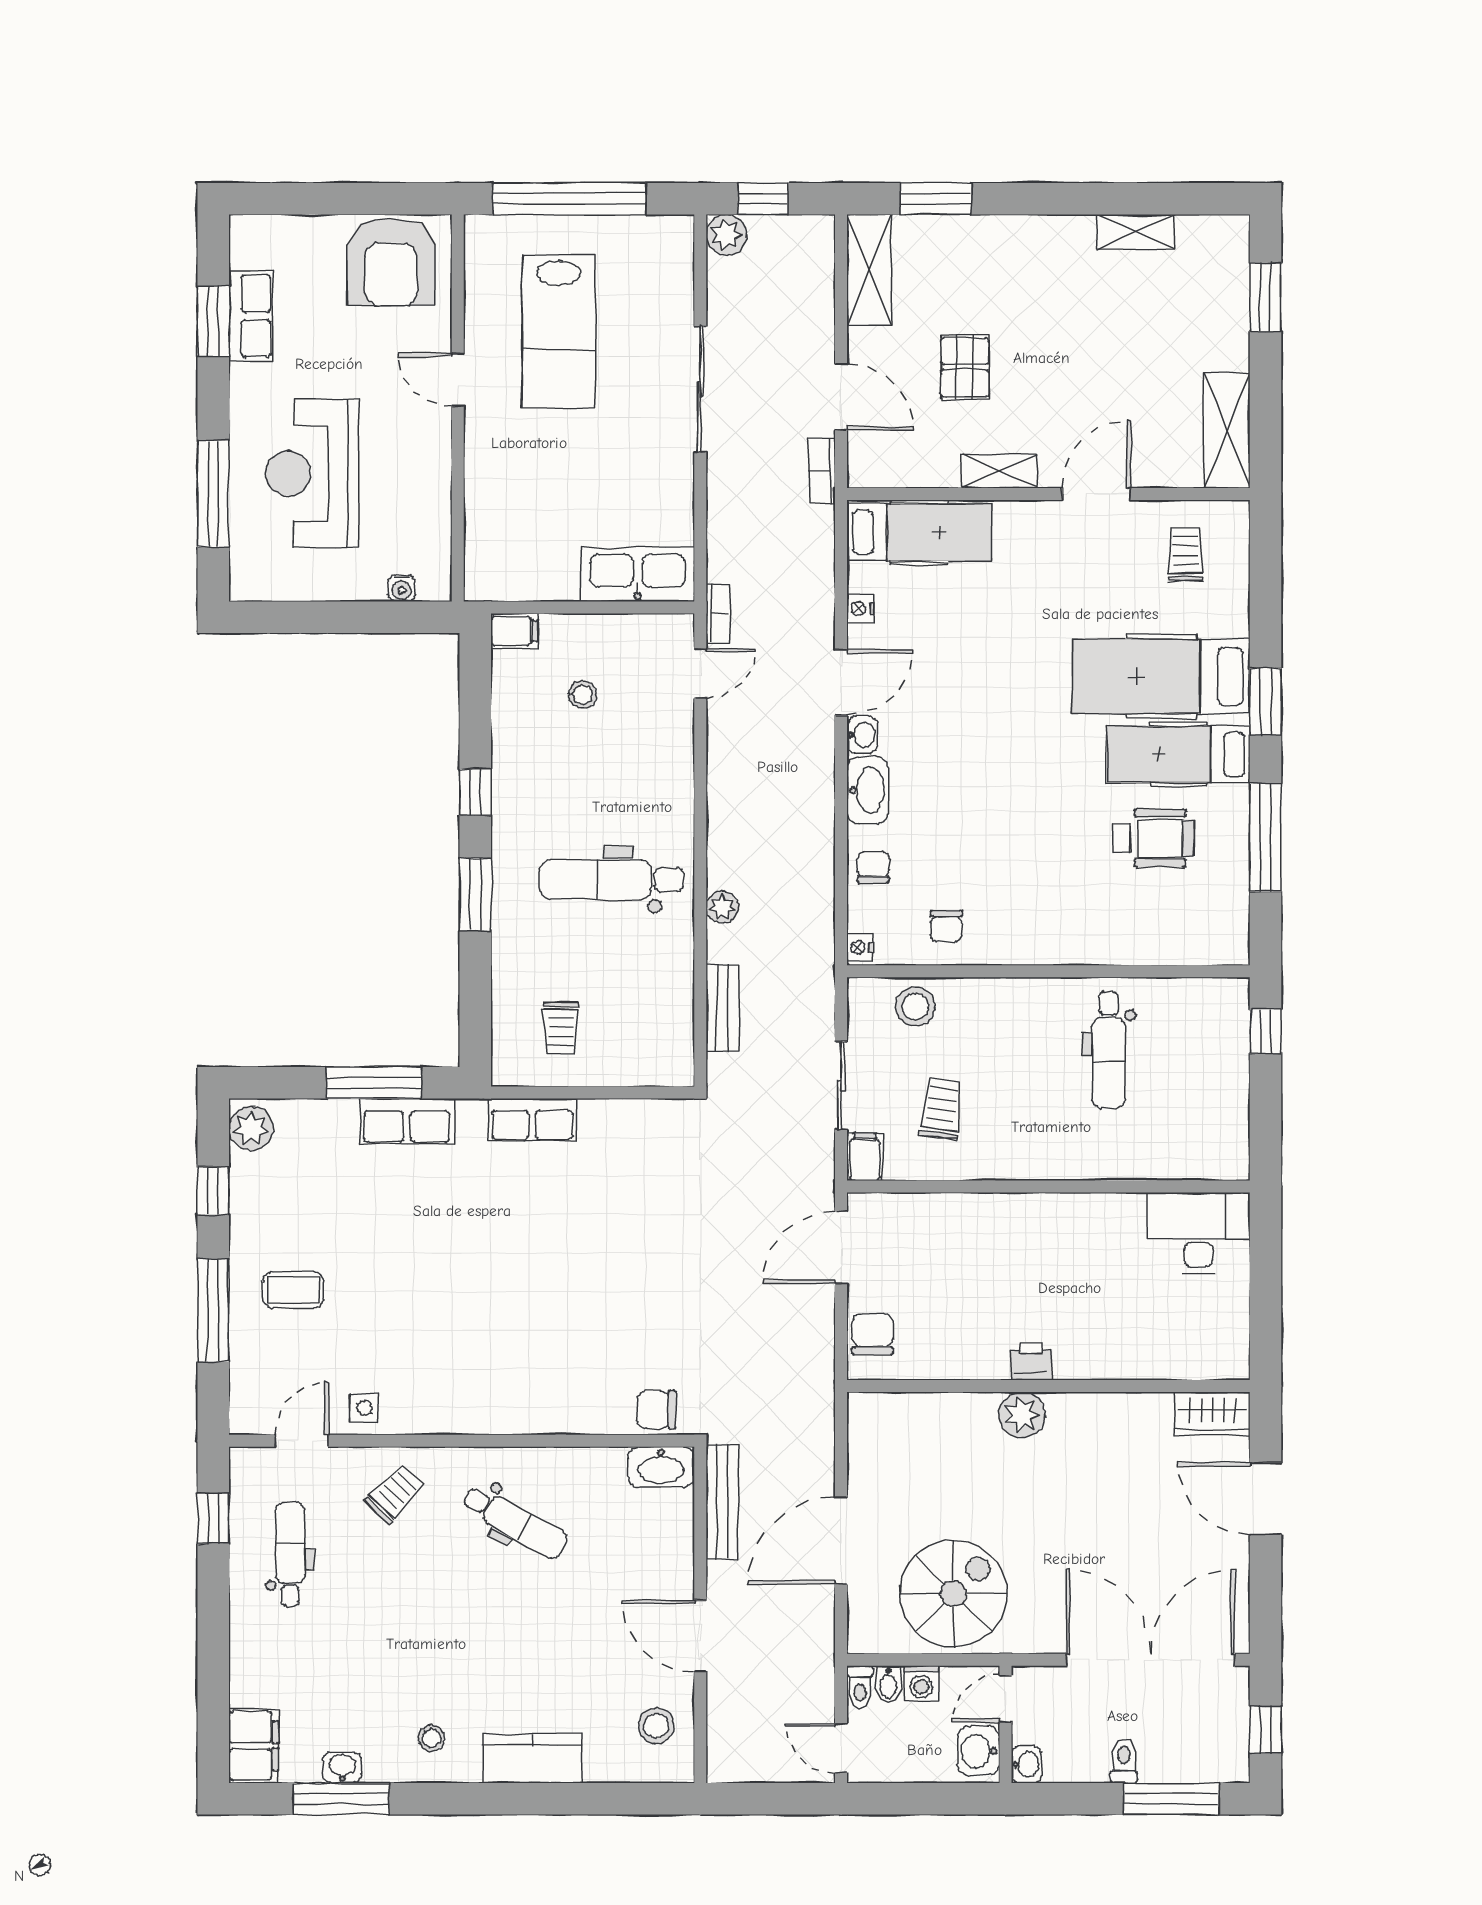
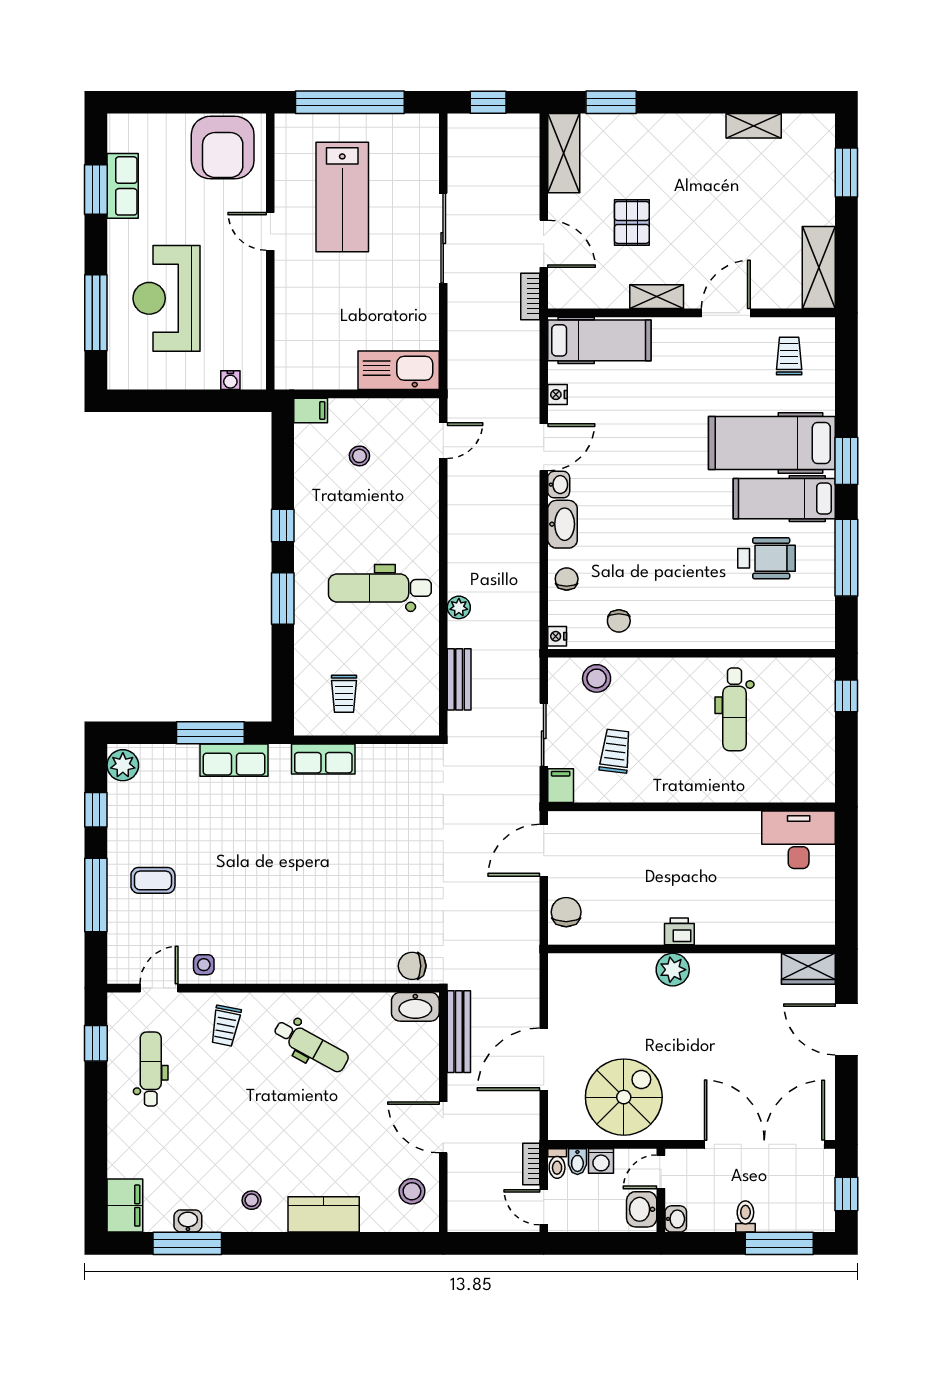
plant: (726, 235) -> (462, 128), removed
bookcase: (718, 613) -> (531, 1164), moved, turned 180
trolley: (395, 1494) -> (225, 1026), turned 147

